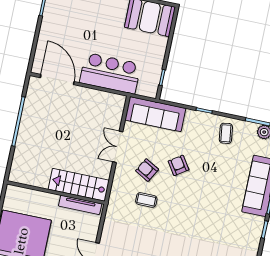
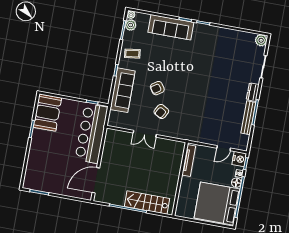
bar counter: (110, 73) -> (91, 133), width x1.36
sofa: (155, 114) -> (122, 90), moved
stairs: (79, 185) -> (147, 202), moved, turned 90
coffee table: (146, 200) -> (184, 111), removed

